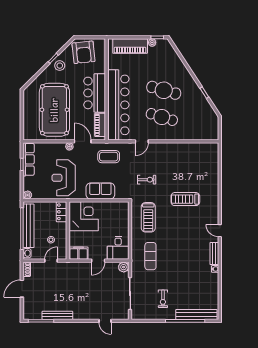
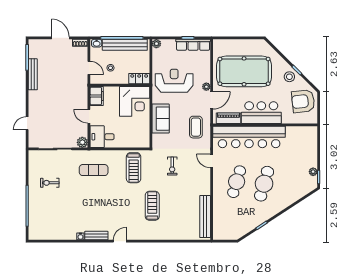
piano: (130, 46) -> (310, 149), removed
treadmill: (148, 217) -> (134, 168), turned -90
bench: (196, 314) -> (205, 217), moved

